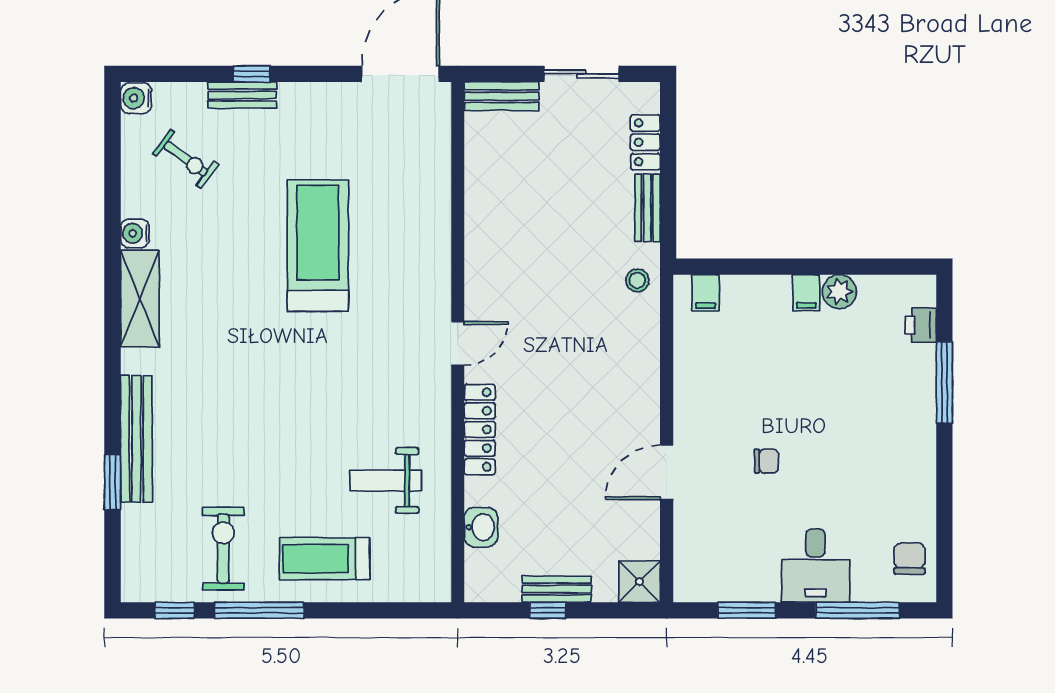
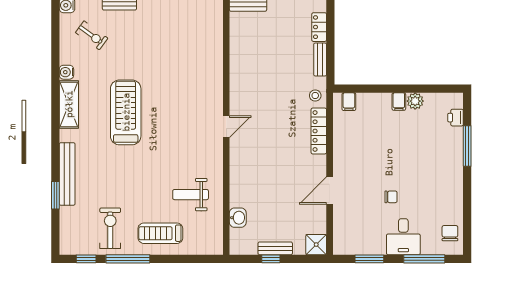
treadmill: (318, 246) -> (126, 112), moved
locker: (480, 430) -> (319, 131), moved, turned 180
chair: (766, 461) -> (391, 197), moved

